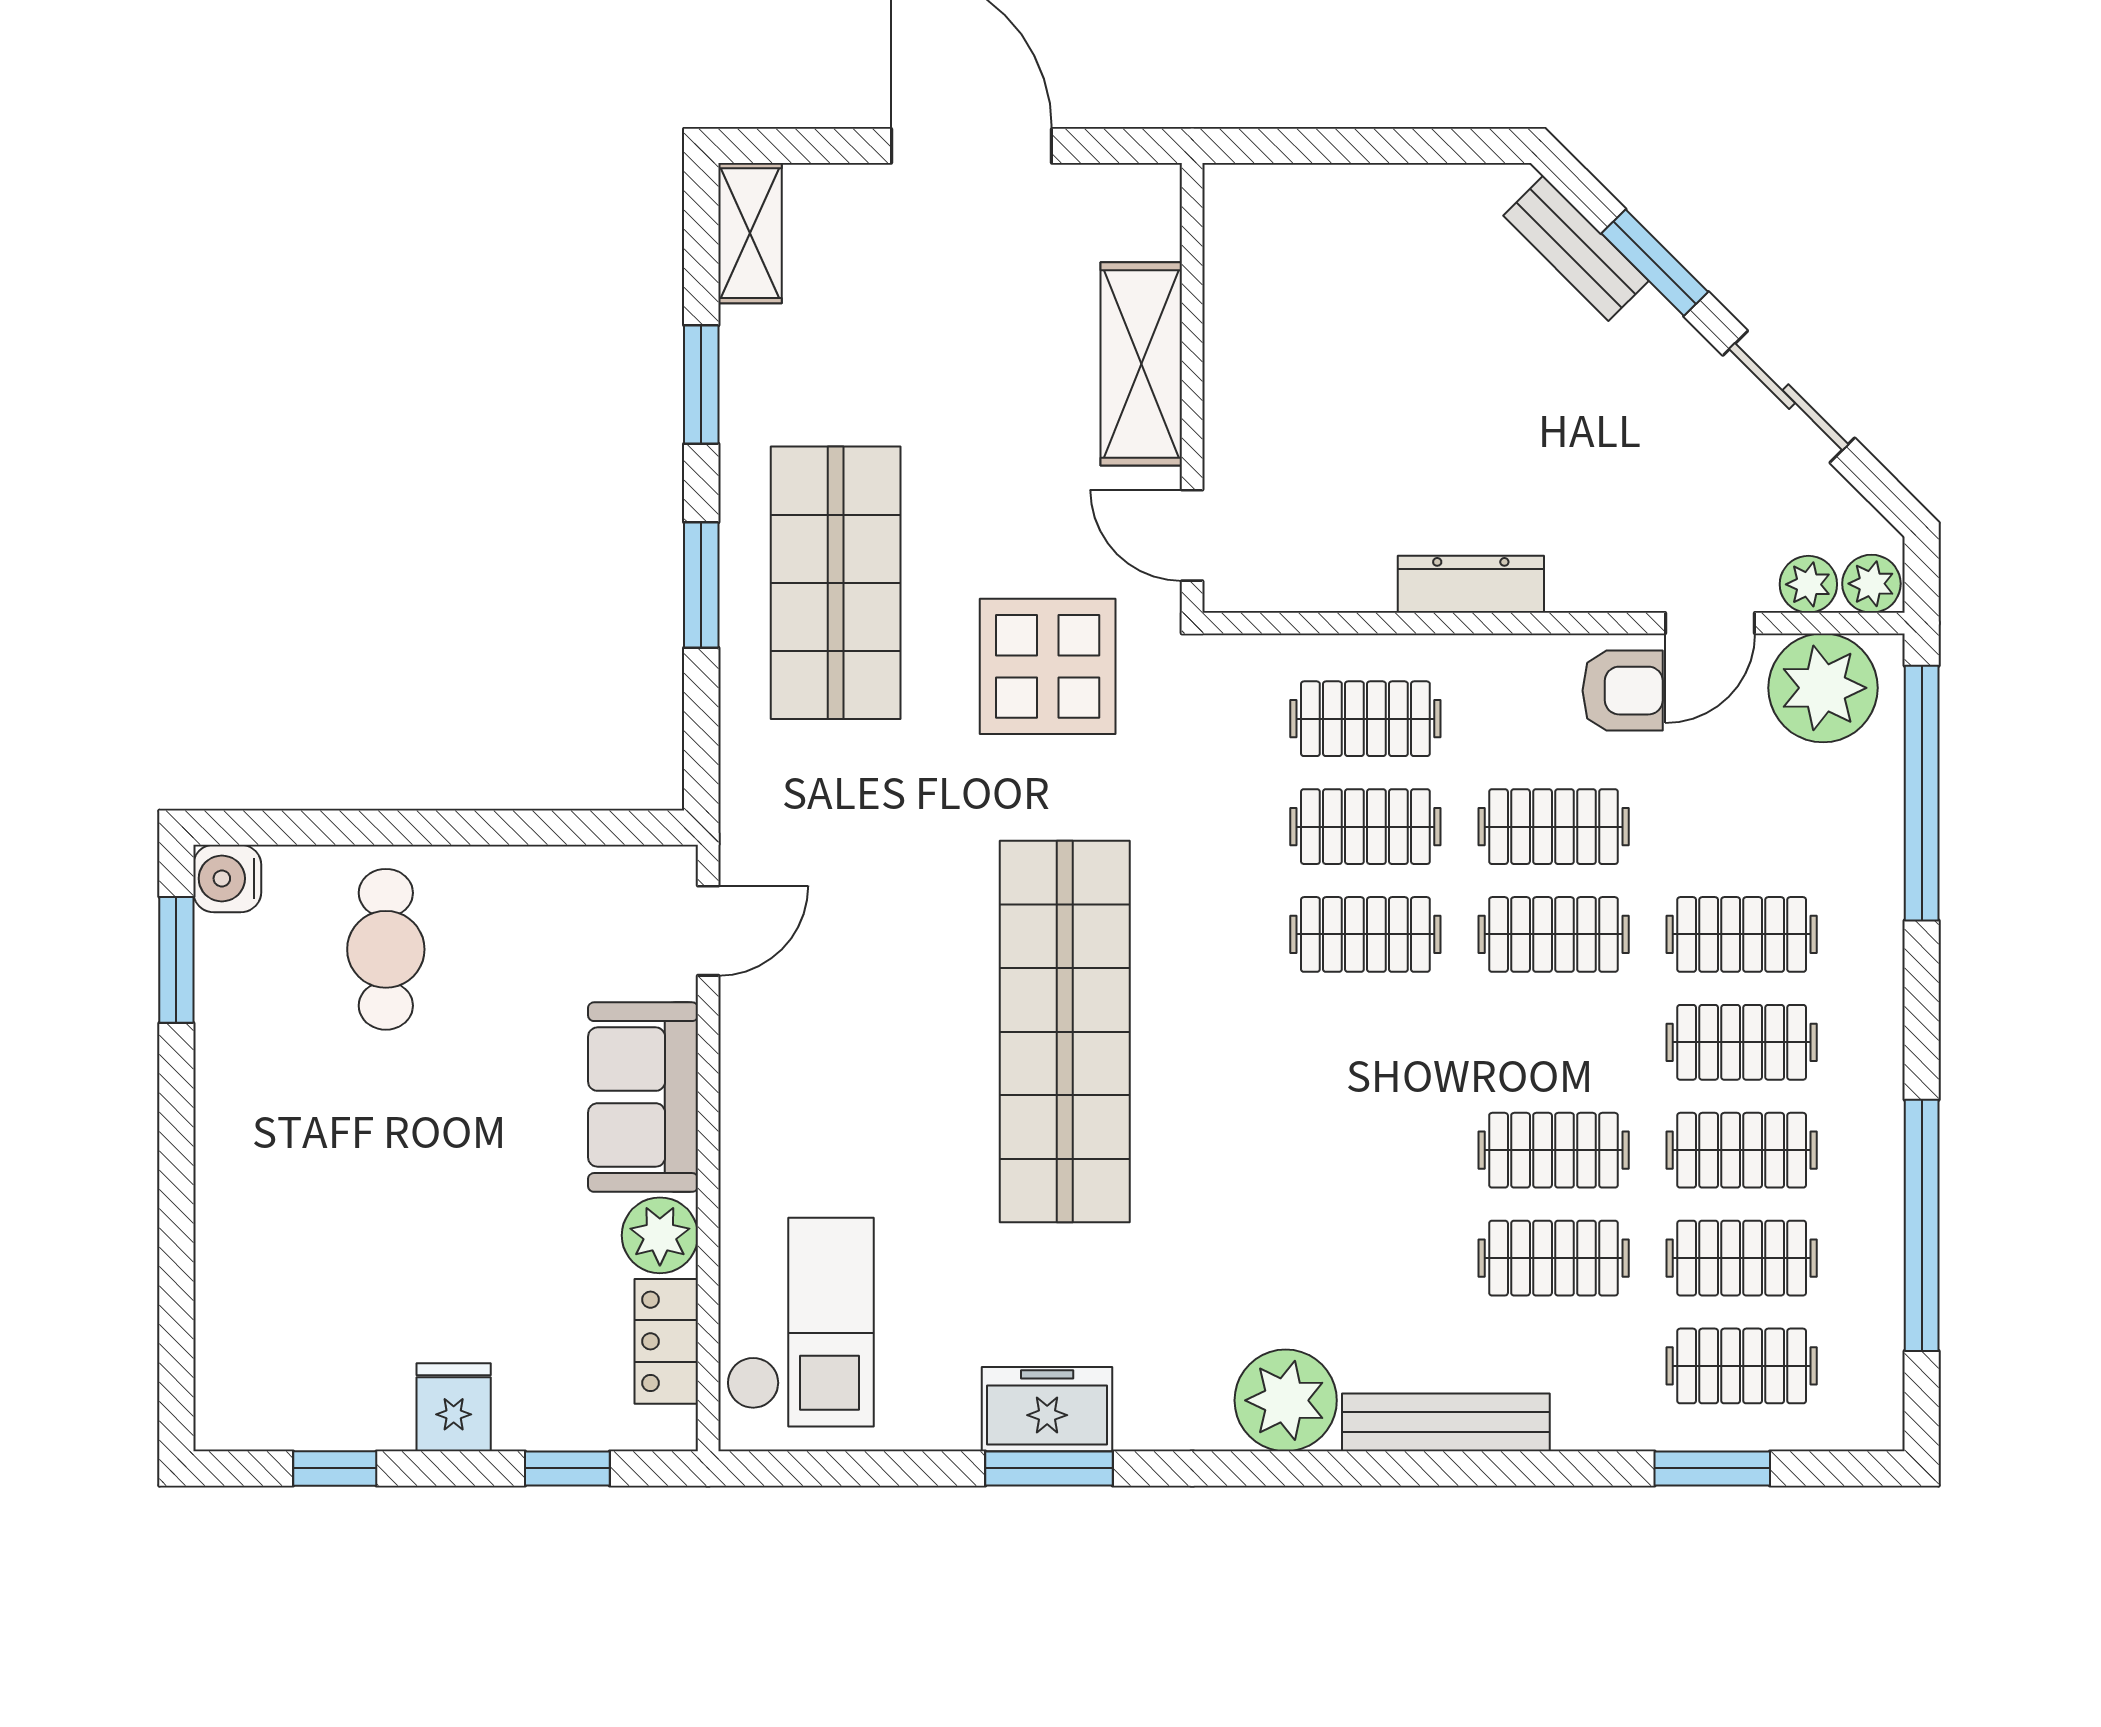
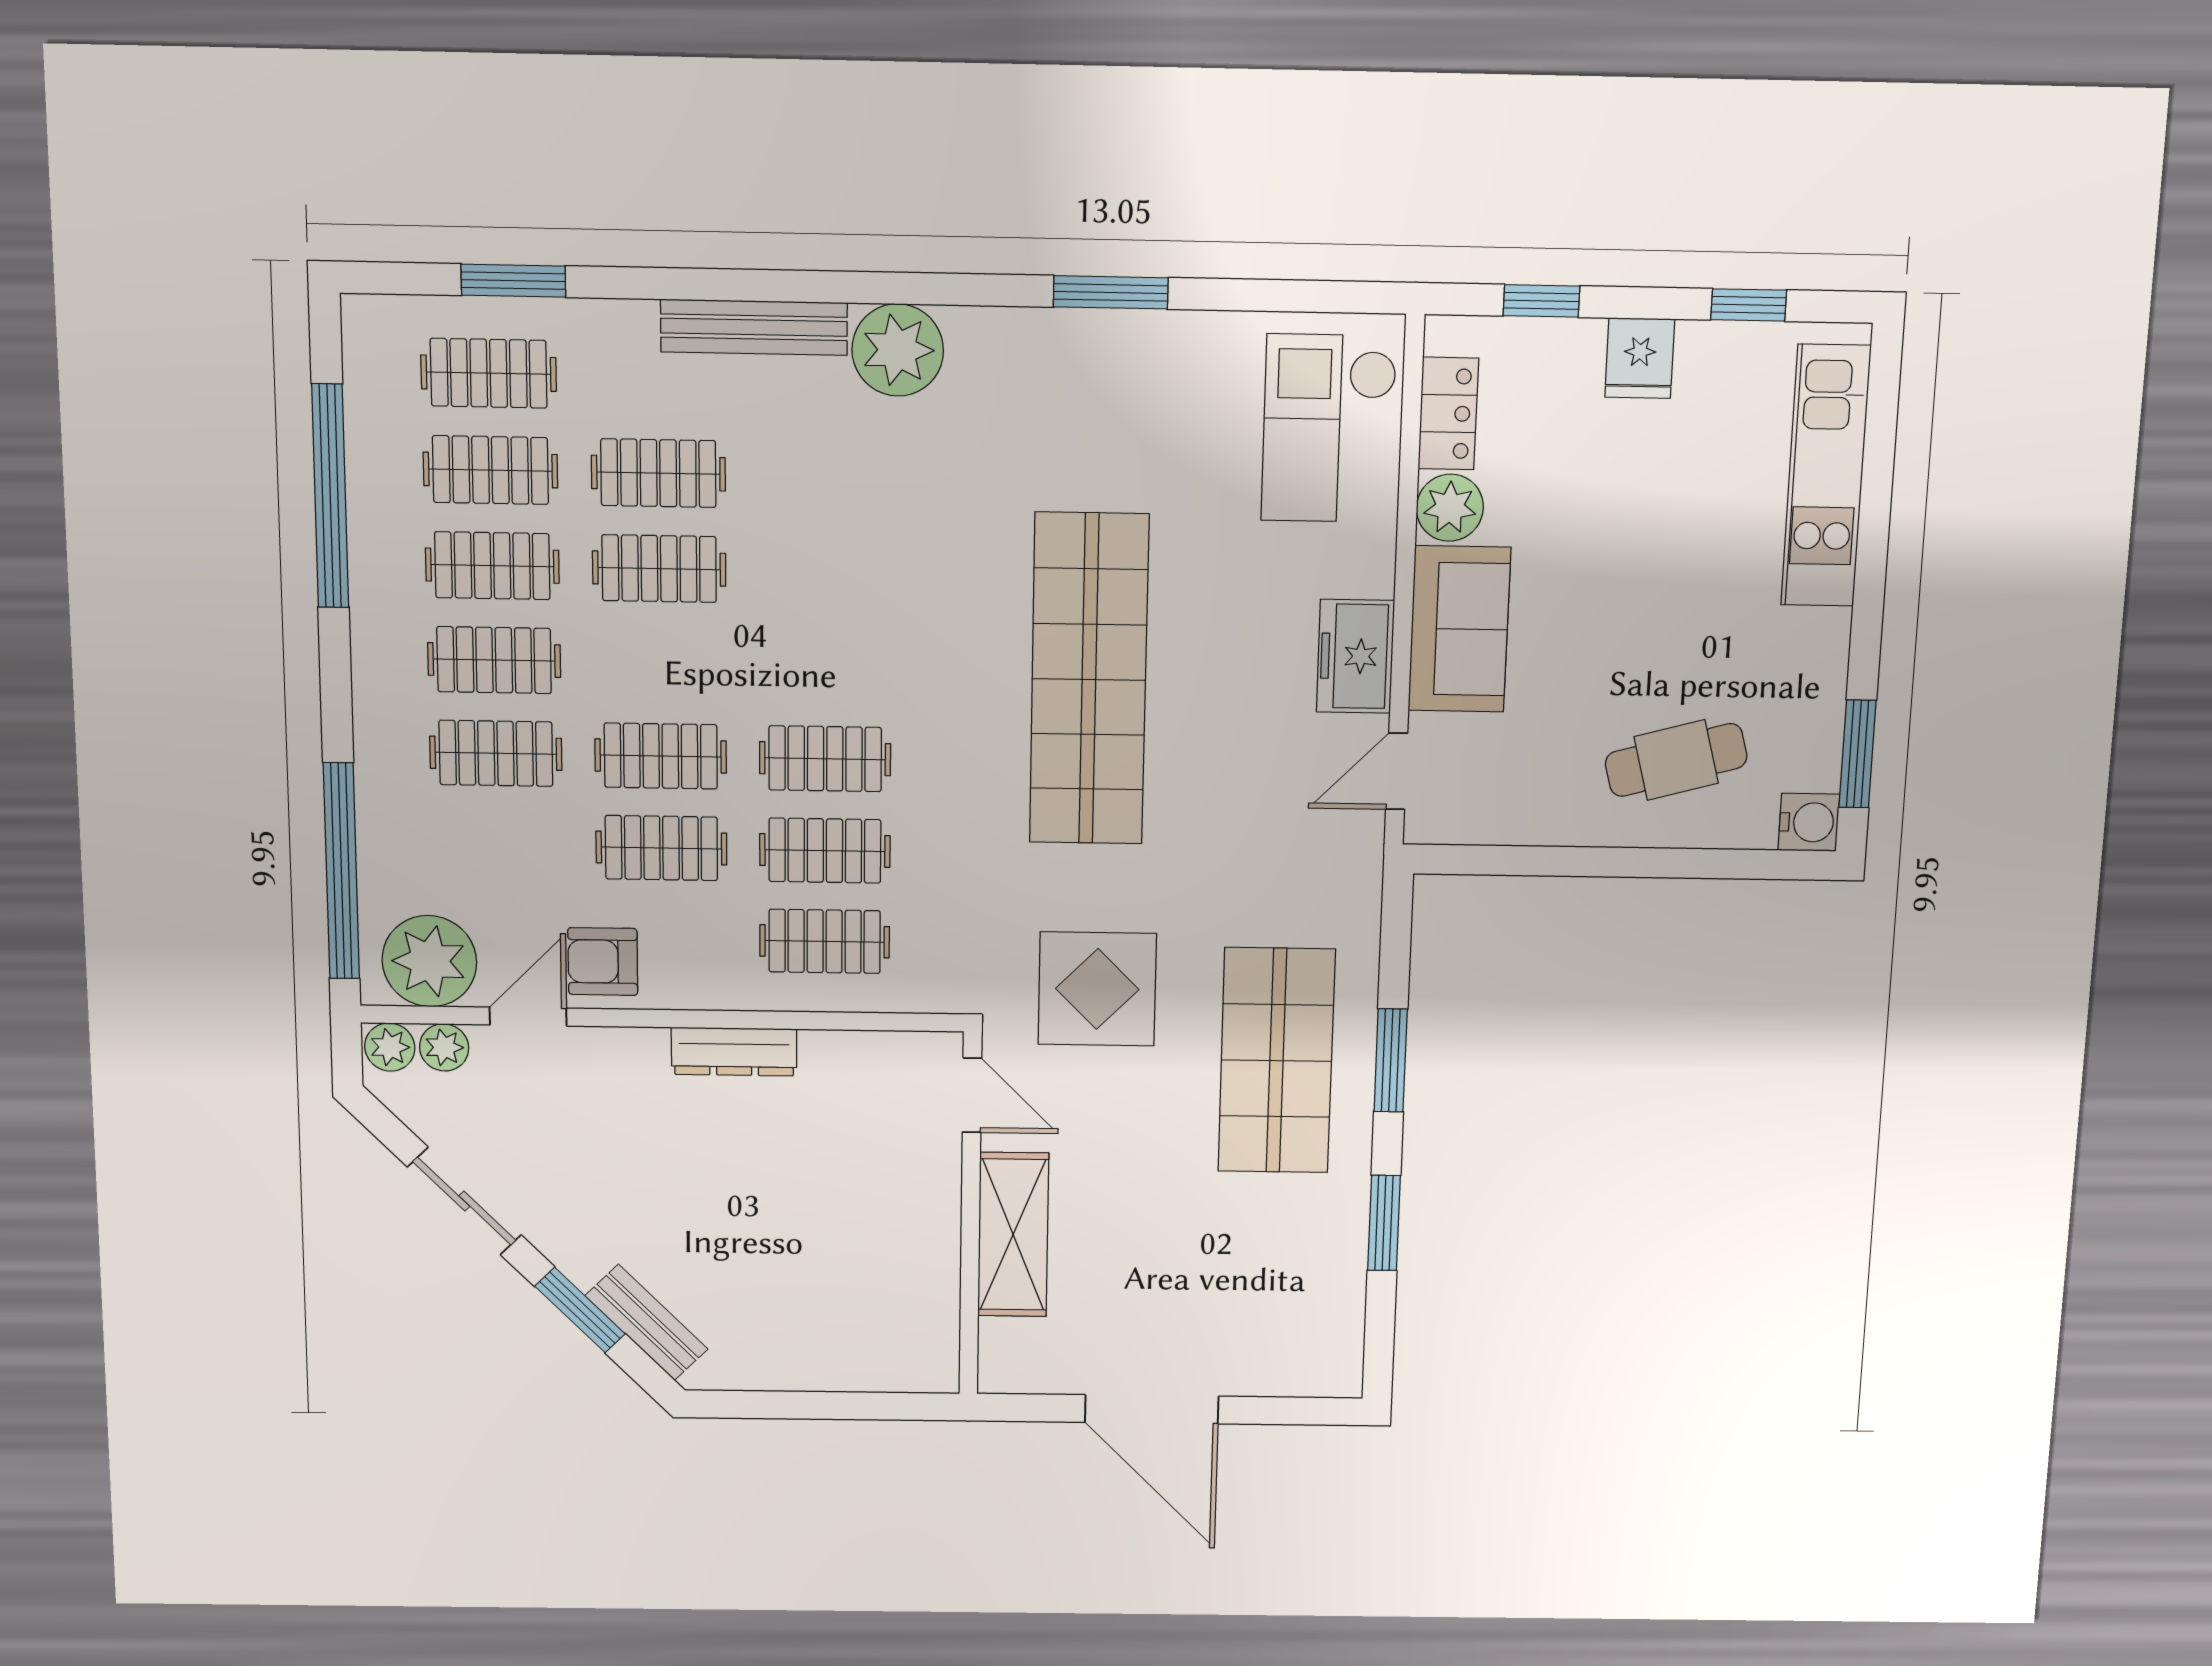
shelving: (750, 233) -> (1338, 1343), removed
cafe table: (386, 949) -> (1676, 760), turned 75
kitchen unit: (235, 1279) -> (1826, 476), added
freezer: (1047, 1409) -> (1355, 656), moved, turned 90

